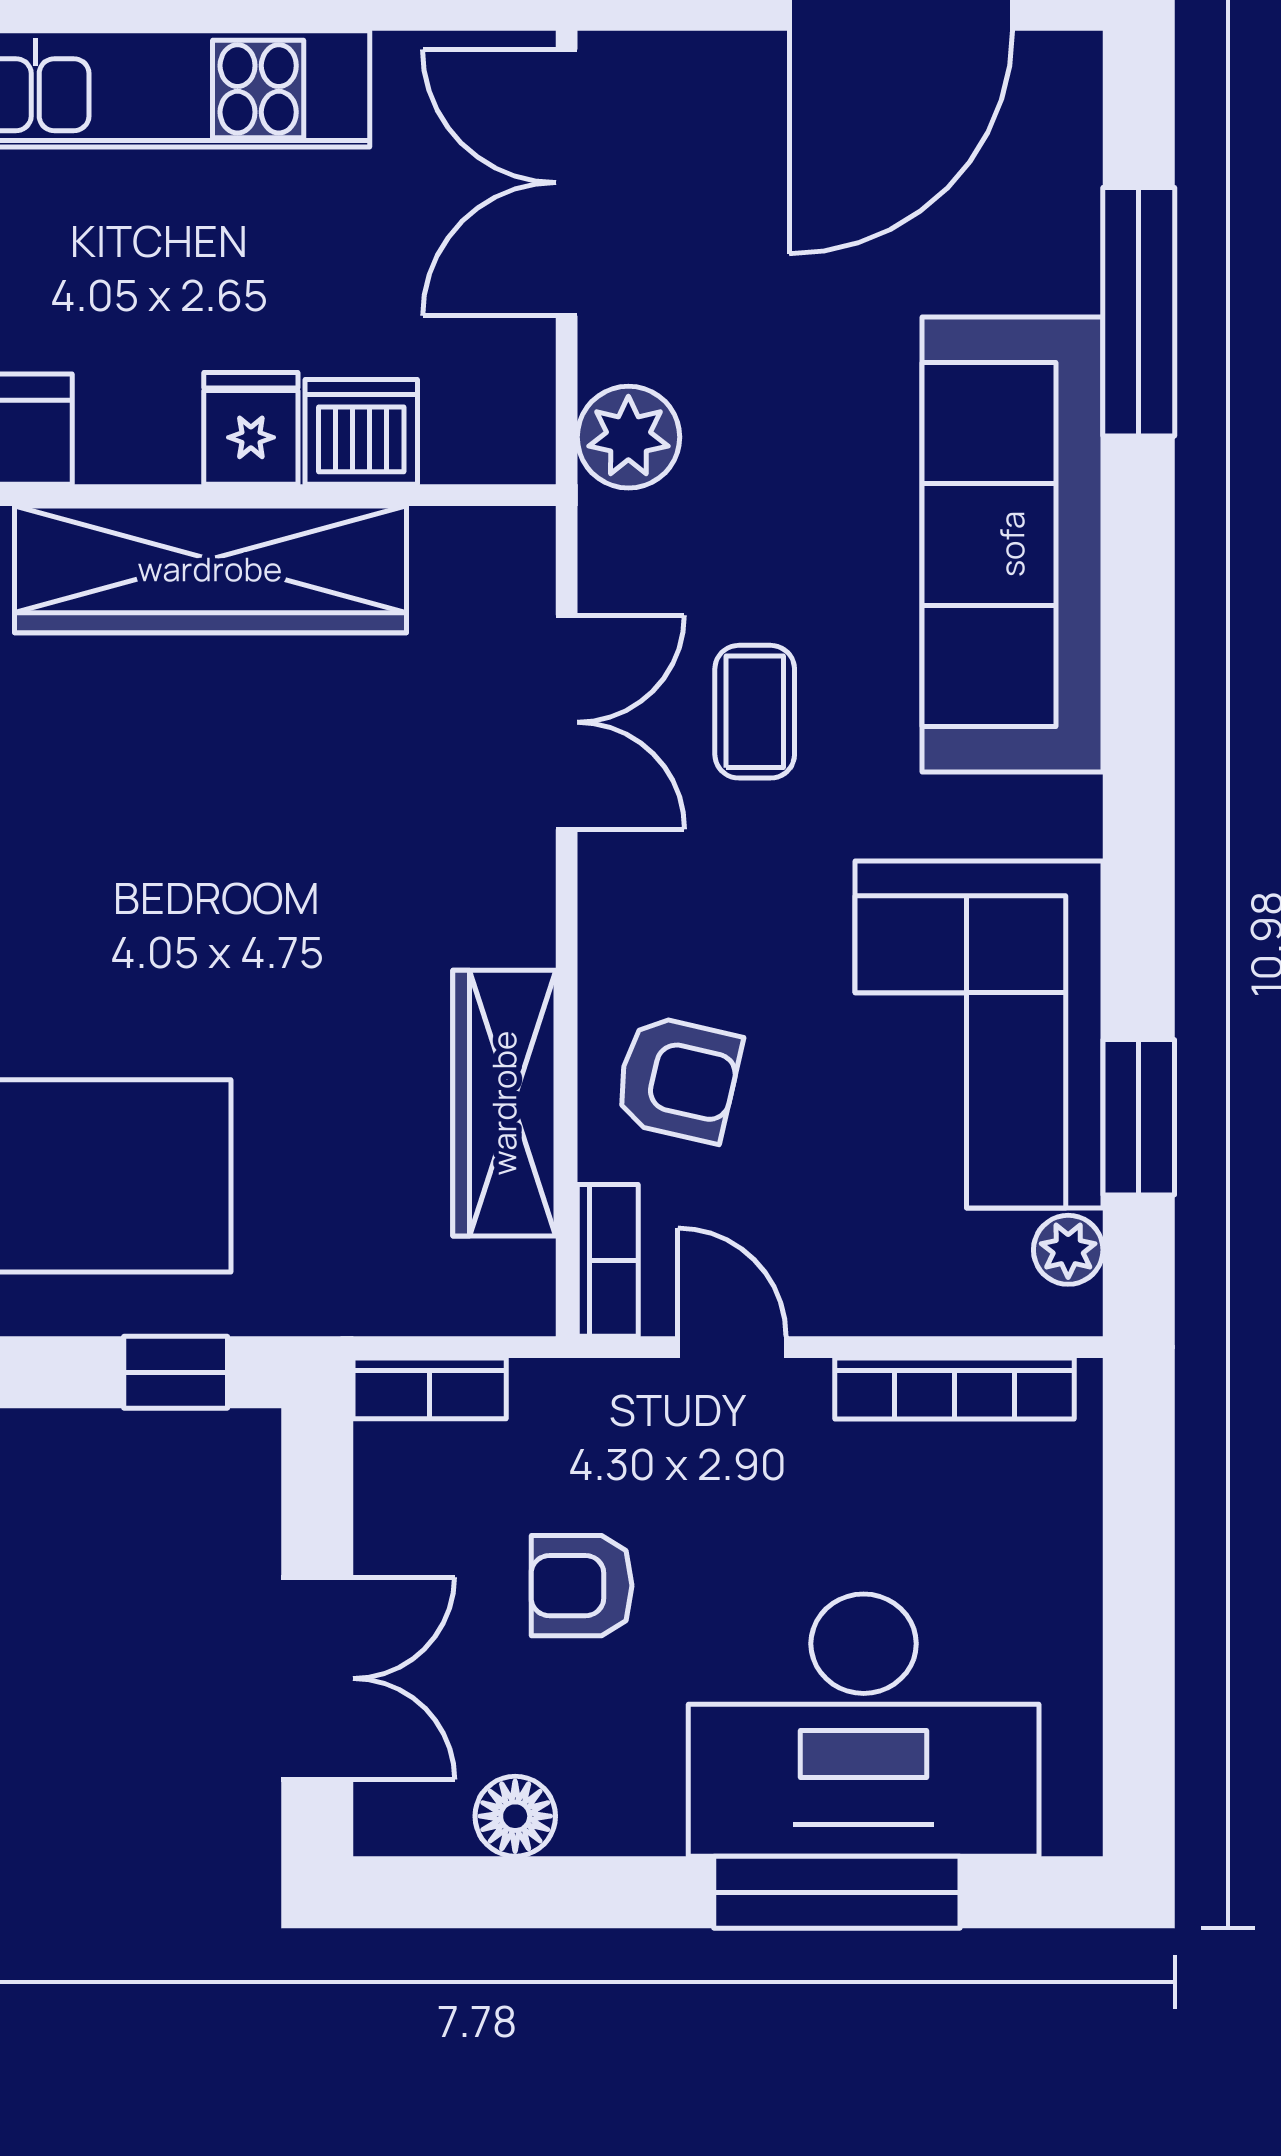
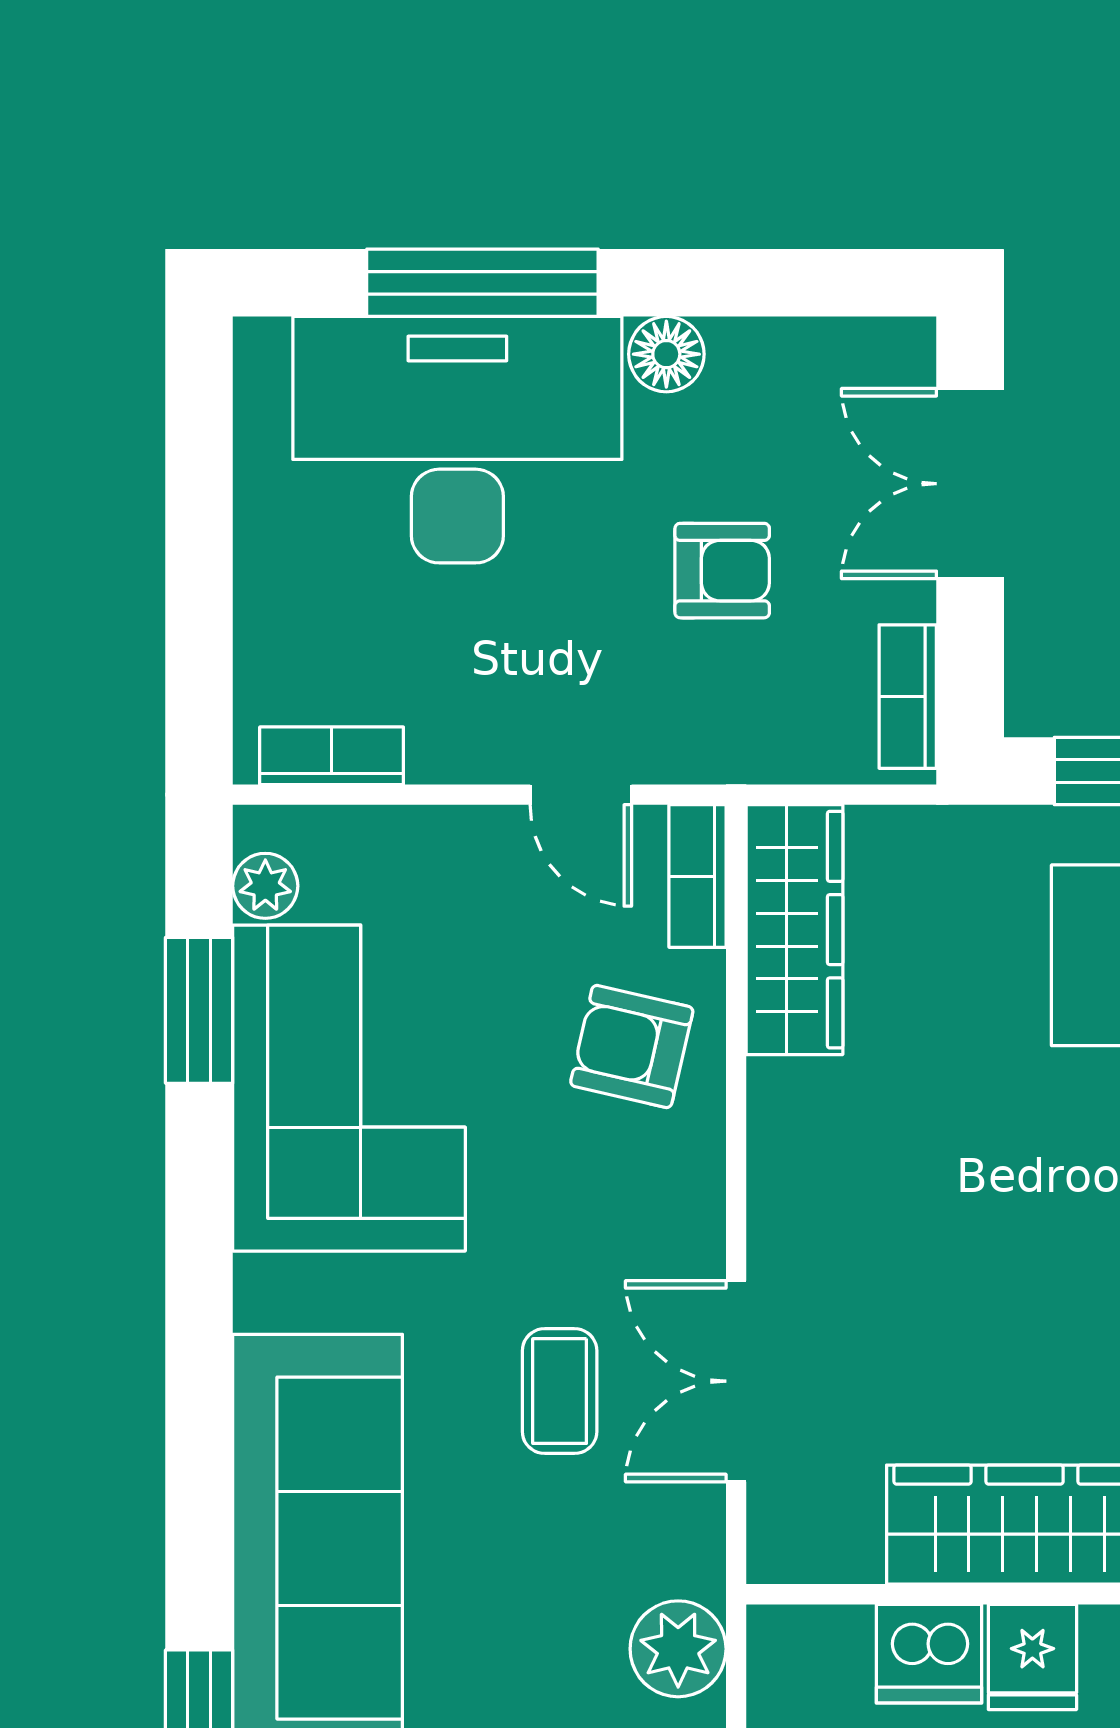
wardrobe: (504, 1103) -> (795, 930), moved
bookcase: (430, 1388) -> (908, 697), moved, turned -90
bookcase: (954, 1388) -> (332, 756), width x0.64
floor lamp: (515, 1816) -> (666, 354), moved

